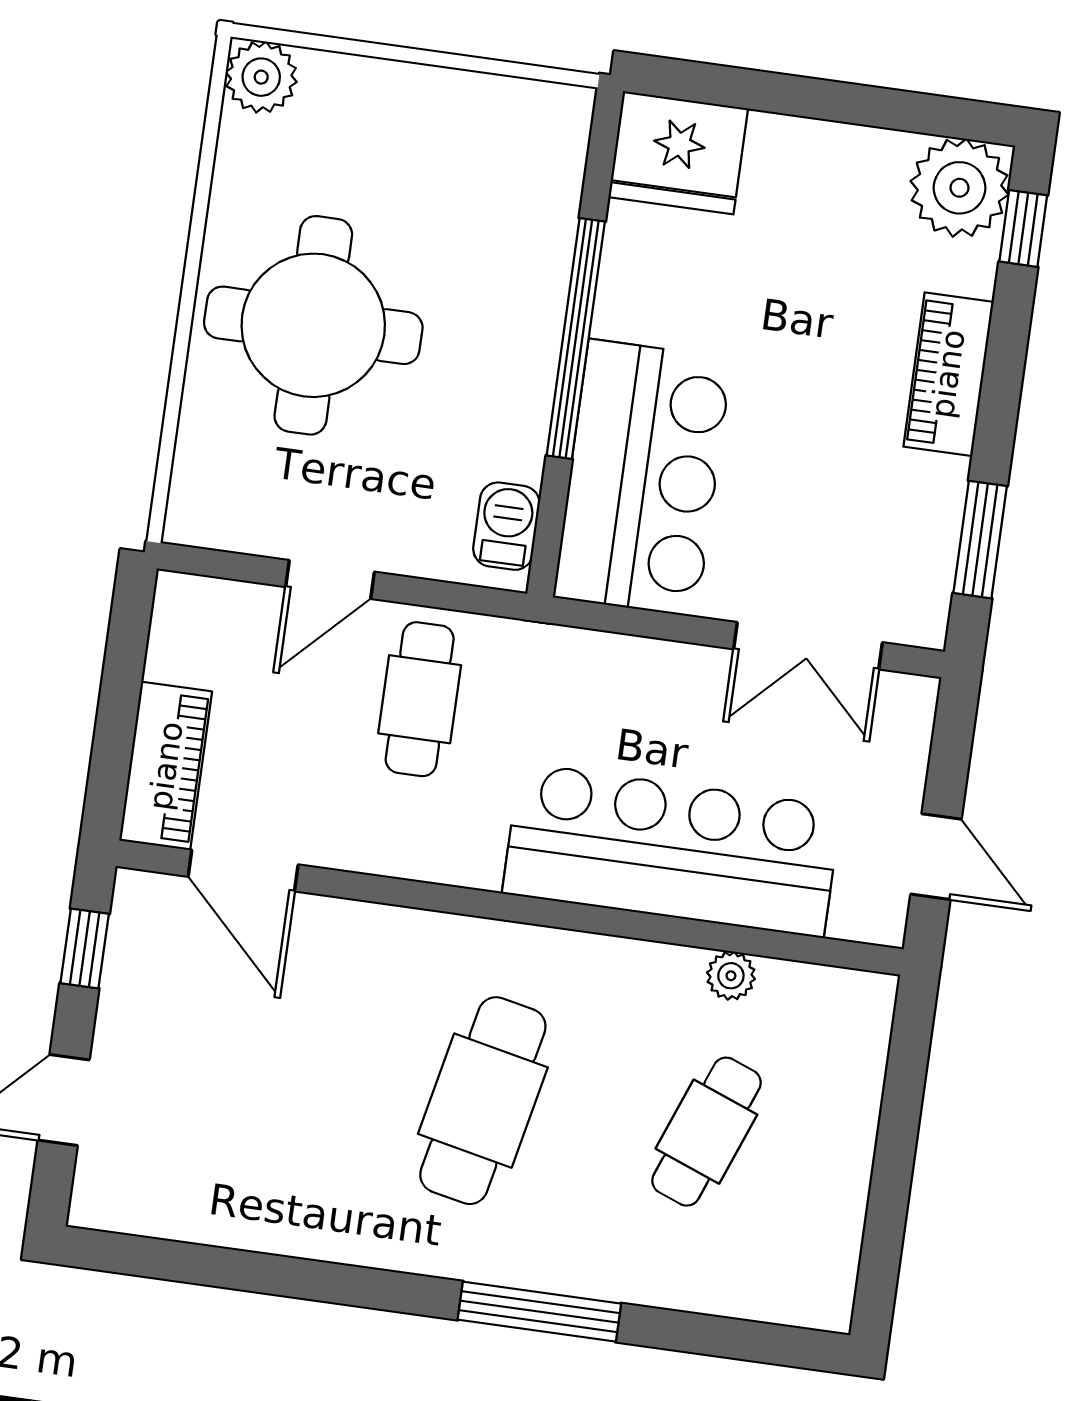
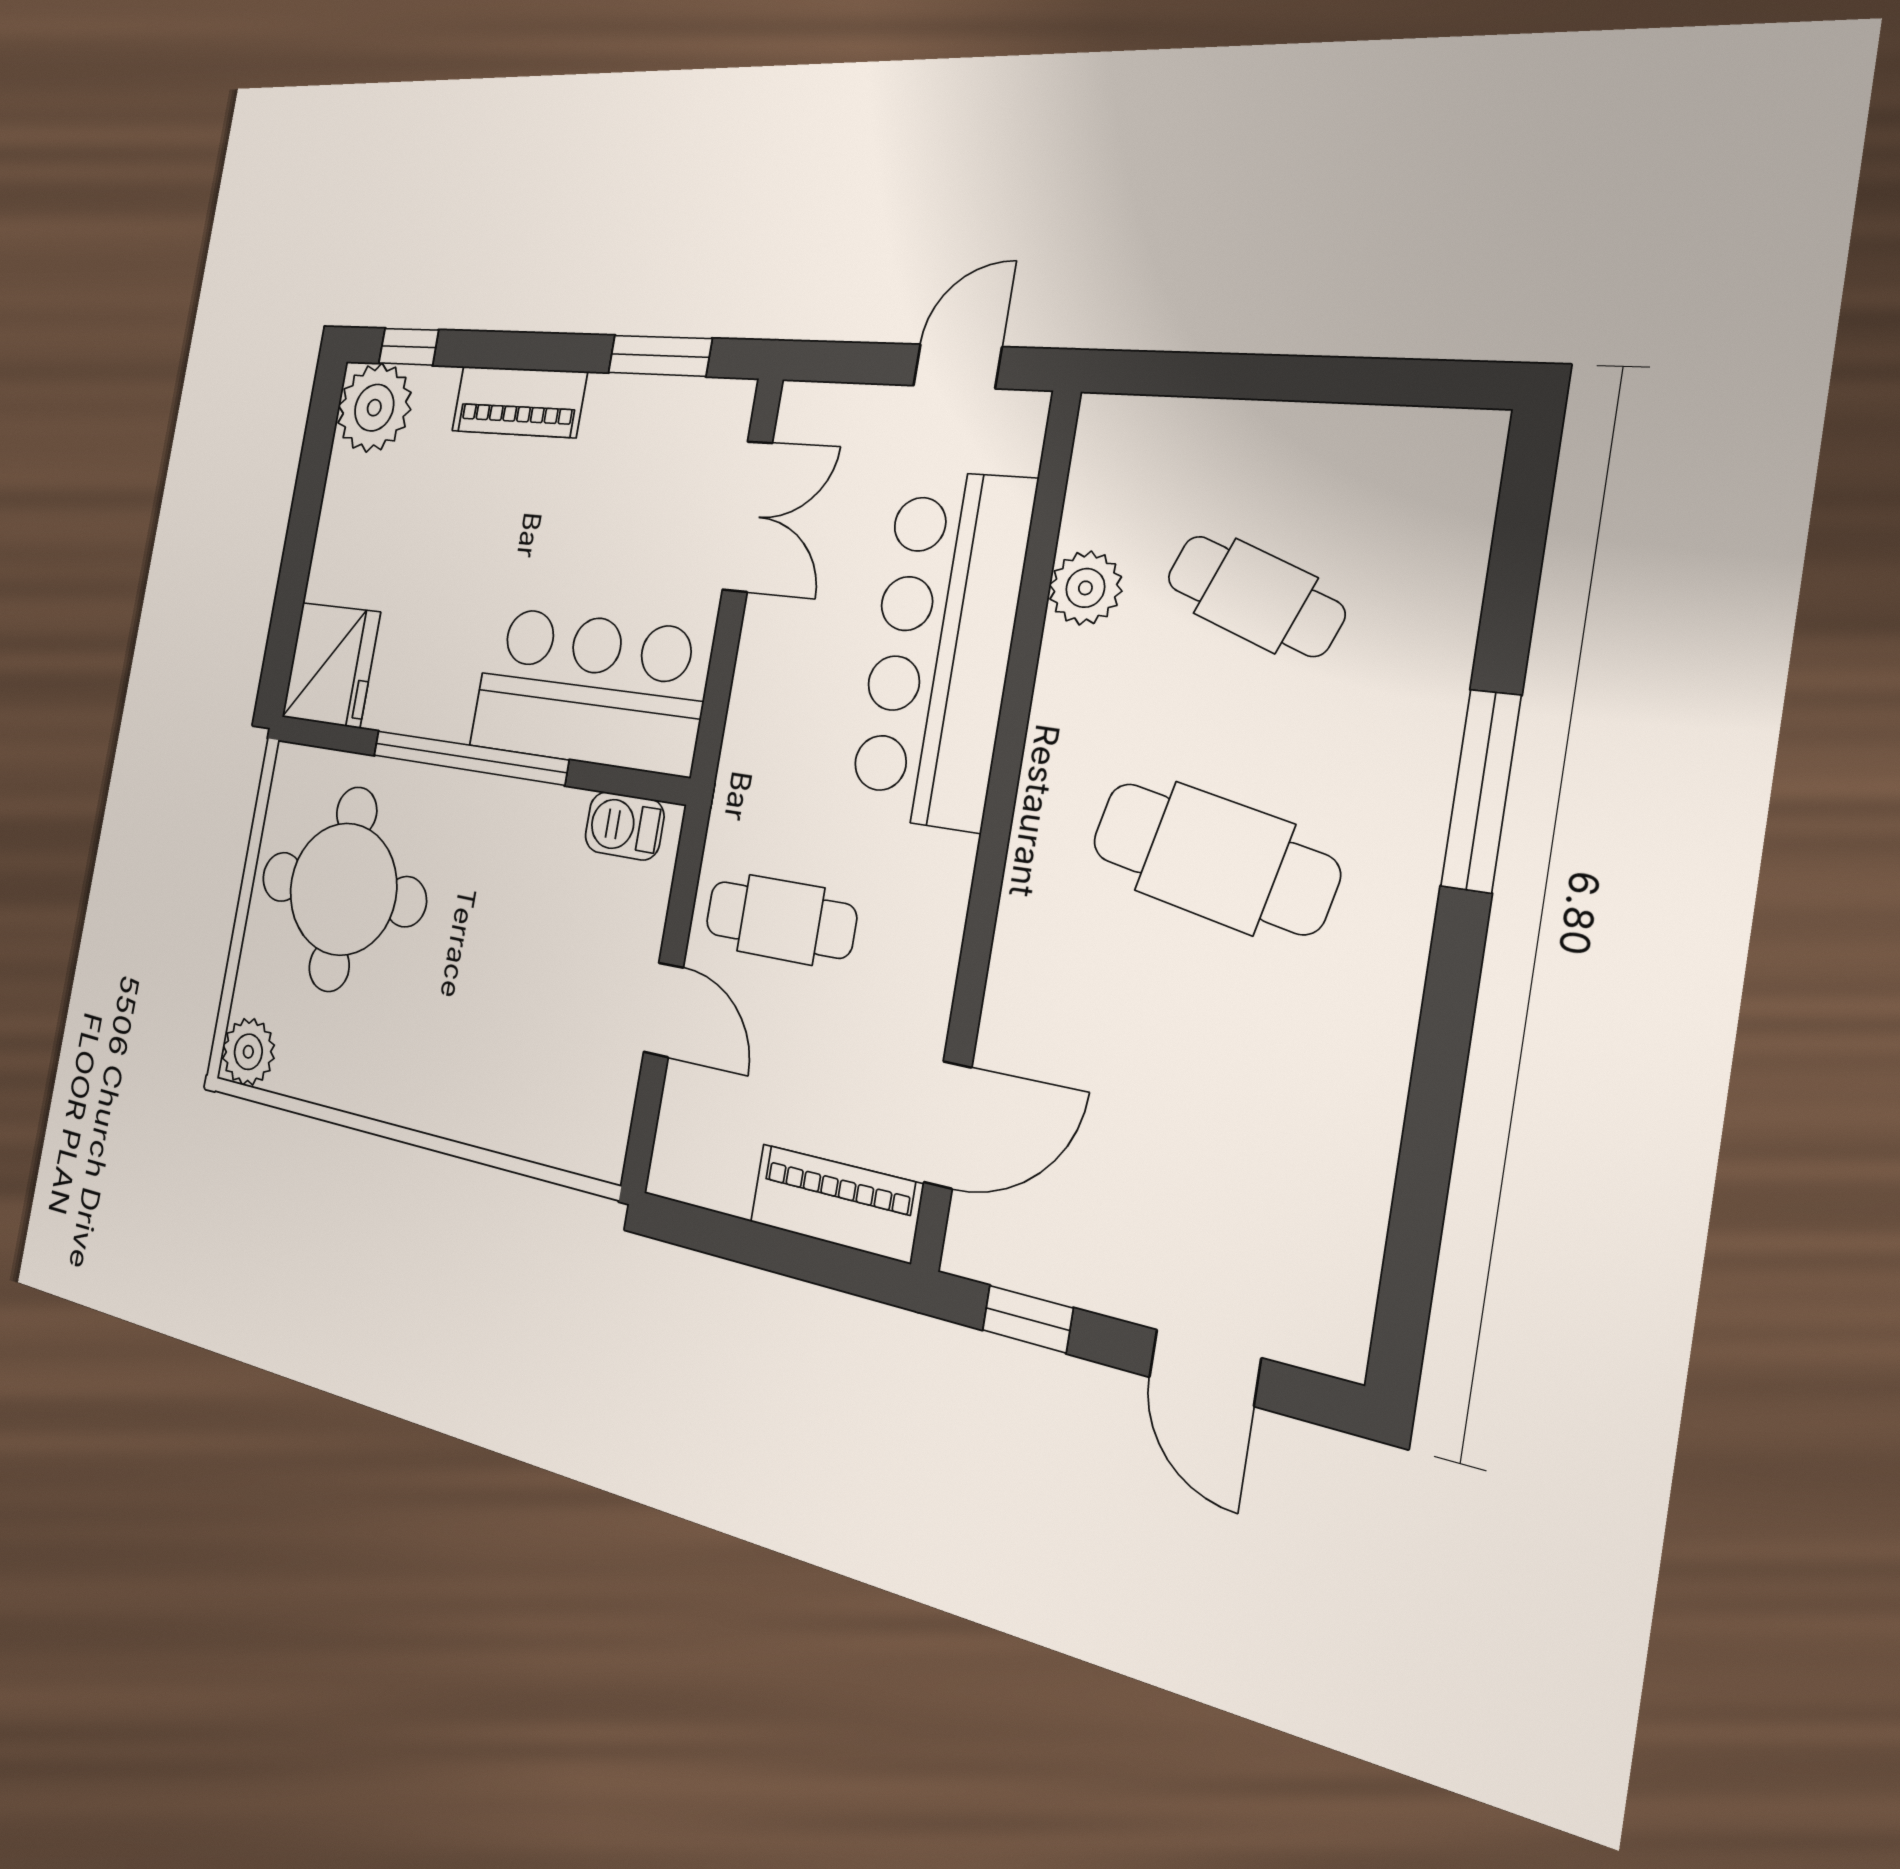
round table: (313, 325) -> (343, 889), moved
plant: (731, 976) -> (1085, 588), width x1.38, depth x1.38

